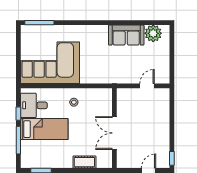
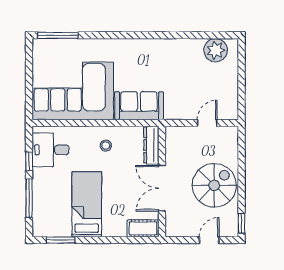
sofa: (126, 35) -> (139, 106), moved, turned 180
dresser: (107, 102) -> (151, 145), added
bed: (44, 129) -> (87, 204), moved, turned -90
spiral stairs: (152, 131) -> (214, 185), added
cot: (84, 162) -> (143, 228), moved

